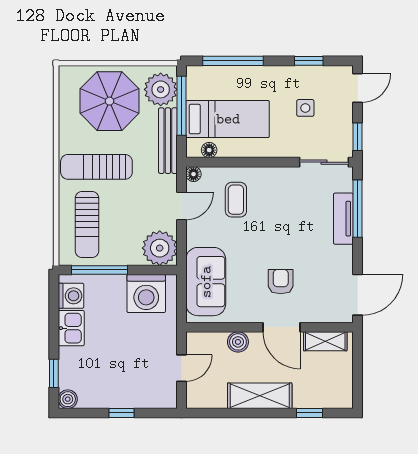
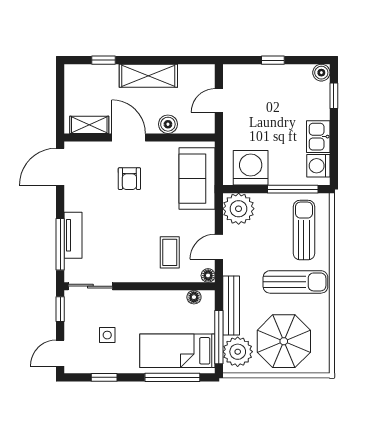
bed: (228, 119) -> (177, 351), moved

